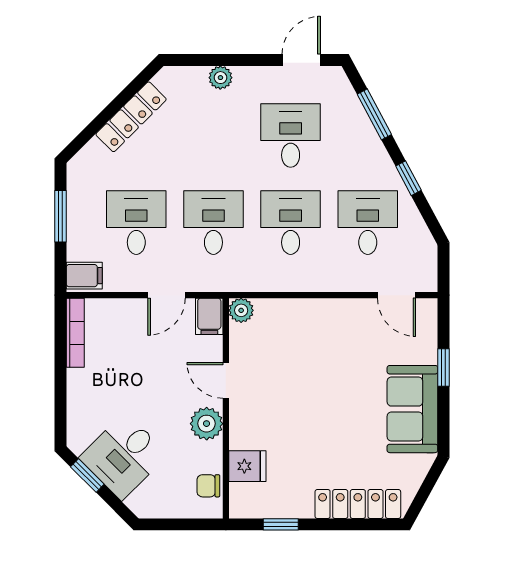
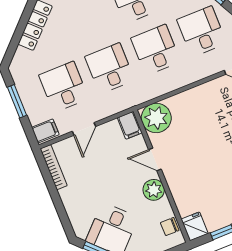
door: (166, 295) -> (84, 129), moved
plant: (241, 310) -> (156, 118), width x1.88, depth x1.88
fridge: (247, 466) -> (195, 226), moved, turned -90

